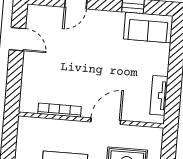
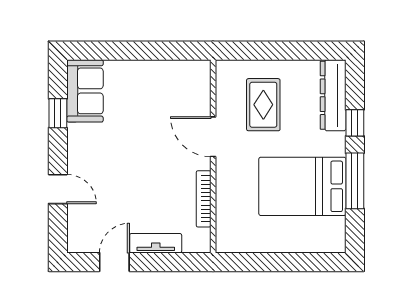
tv unit: (159, 95) -> (156, 243), moved, turned 180

